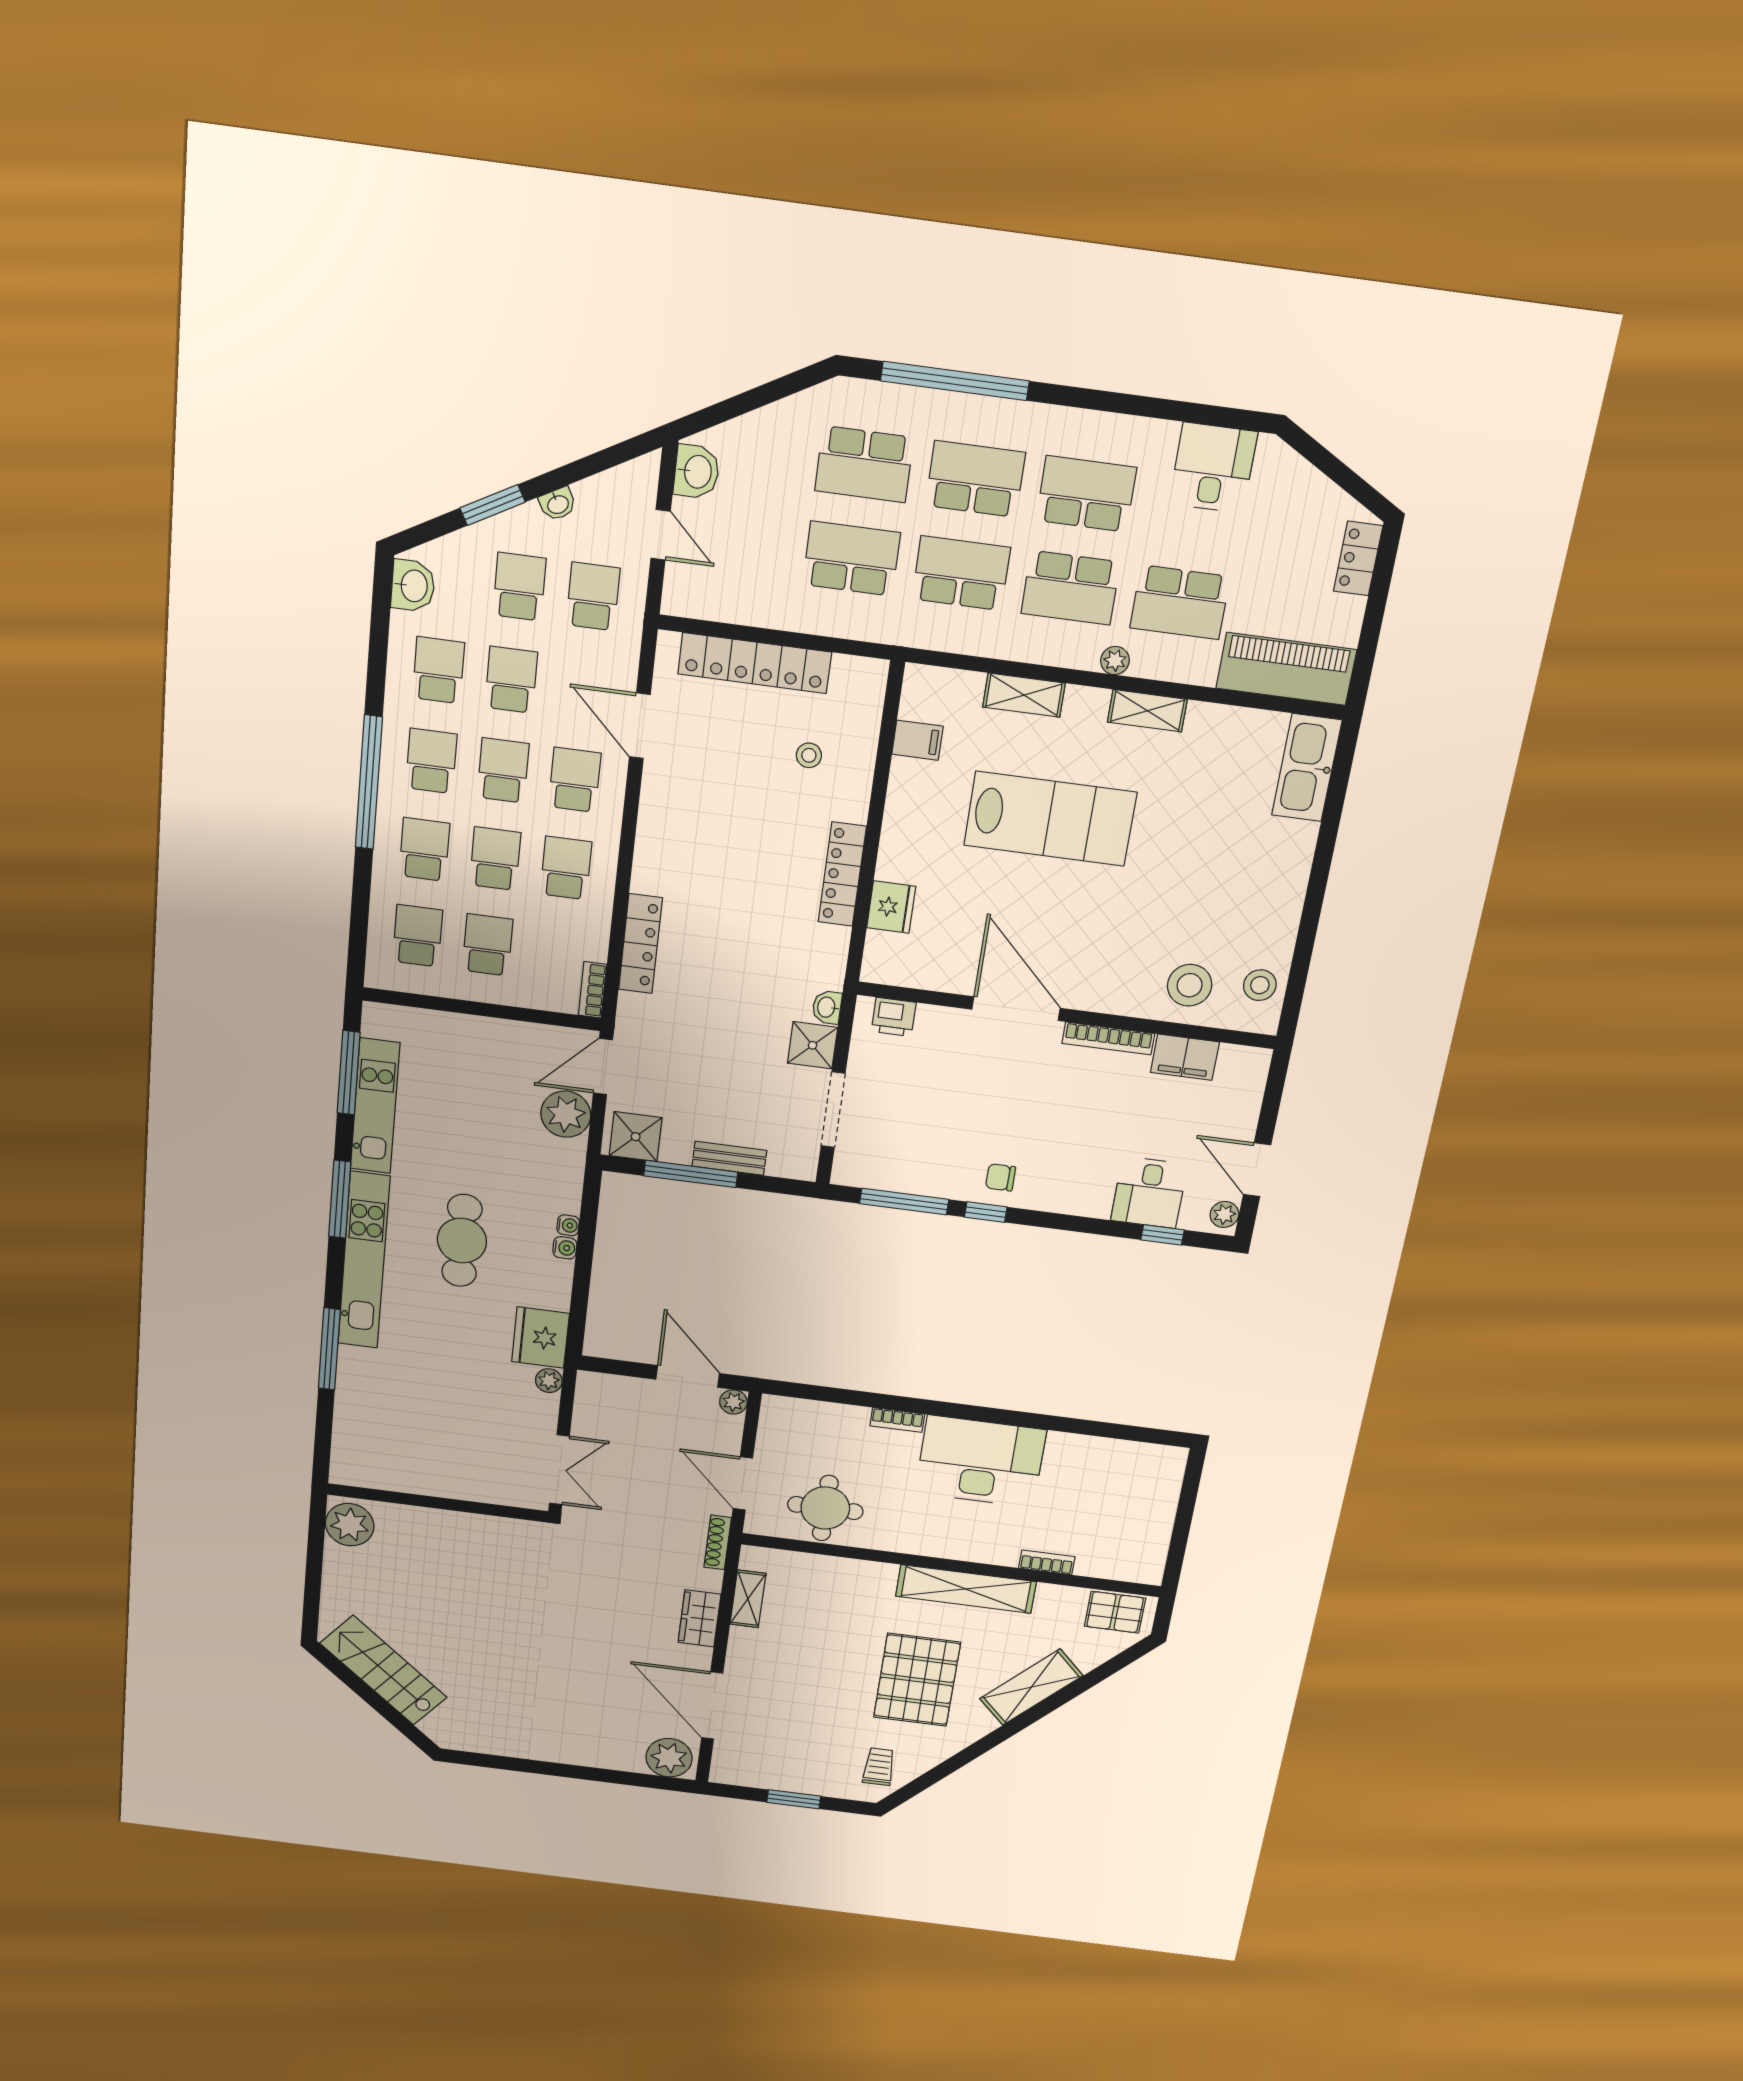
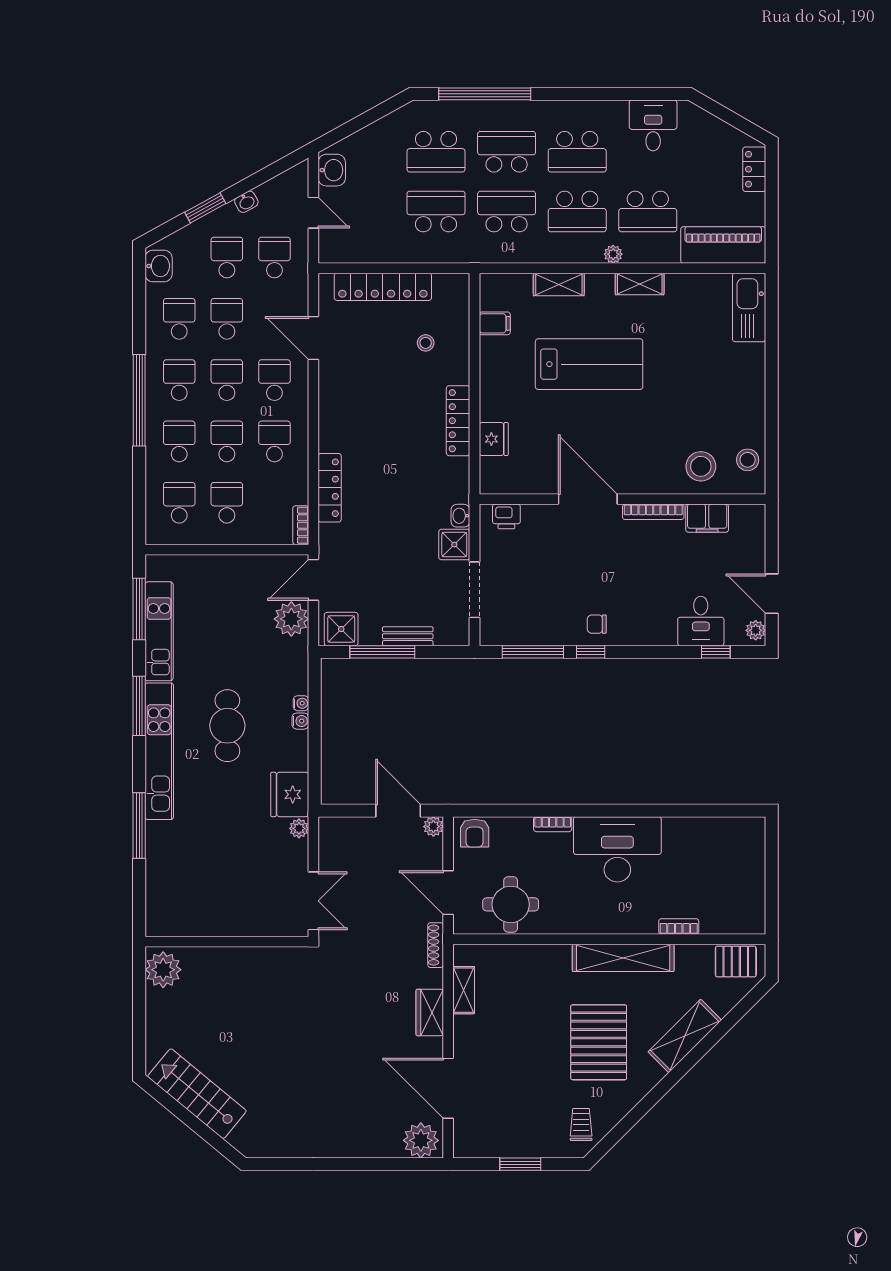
school desk: (1086, 494) -> (577, 152), turned 180
armchair: (789, 1417) -> (475, 833), added

